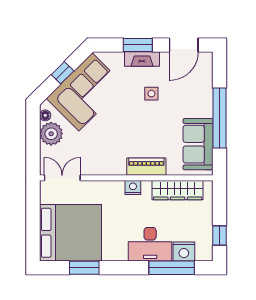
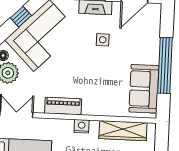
piano: (146, 167) -> (63, 106), moved

